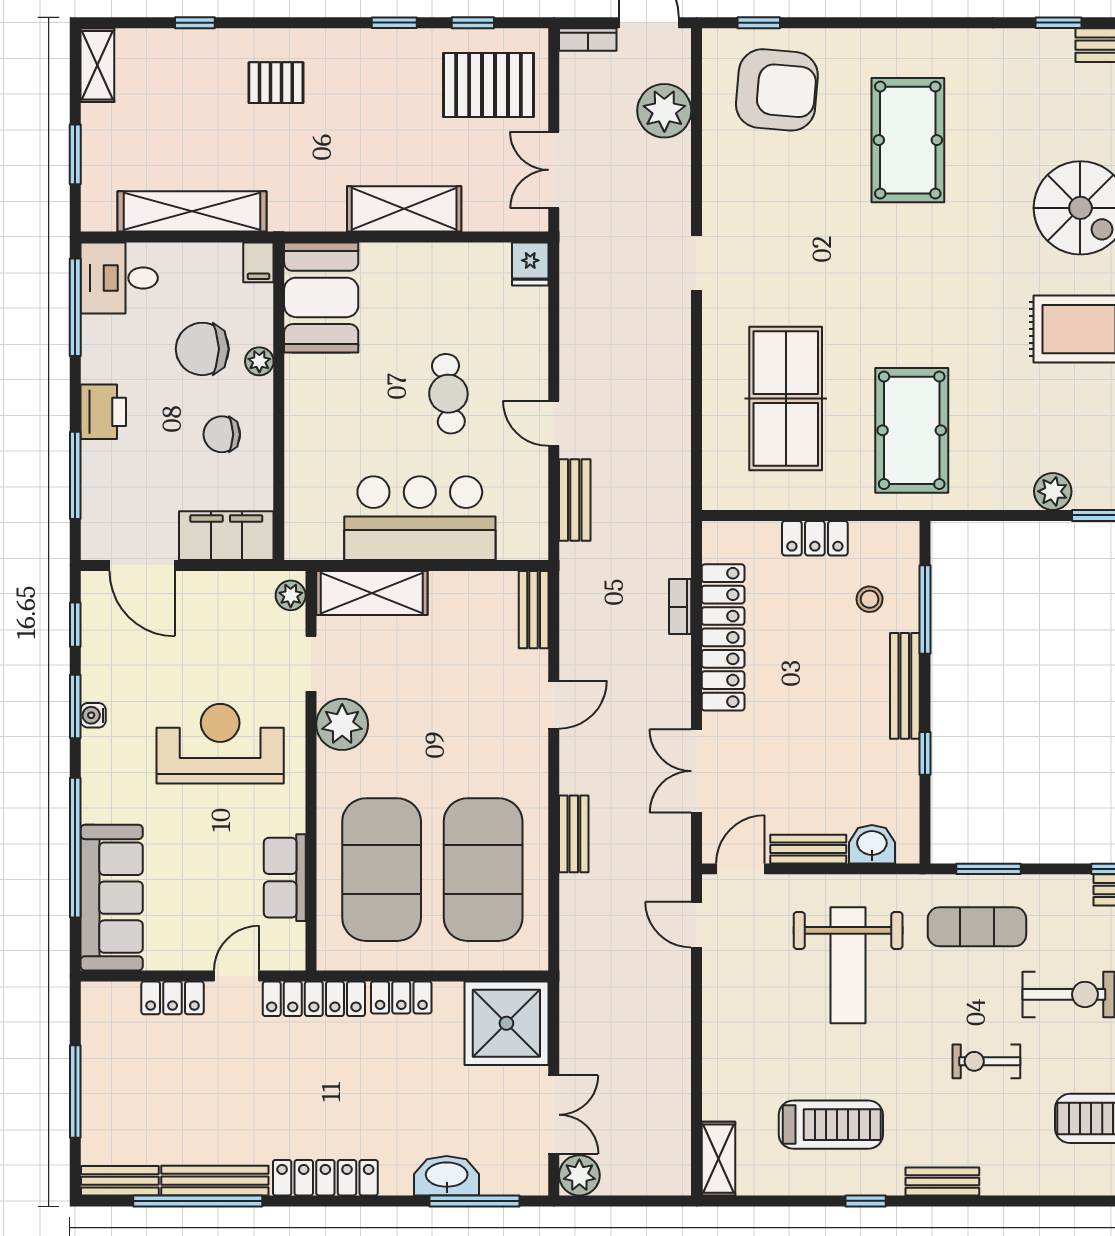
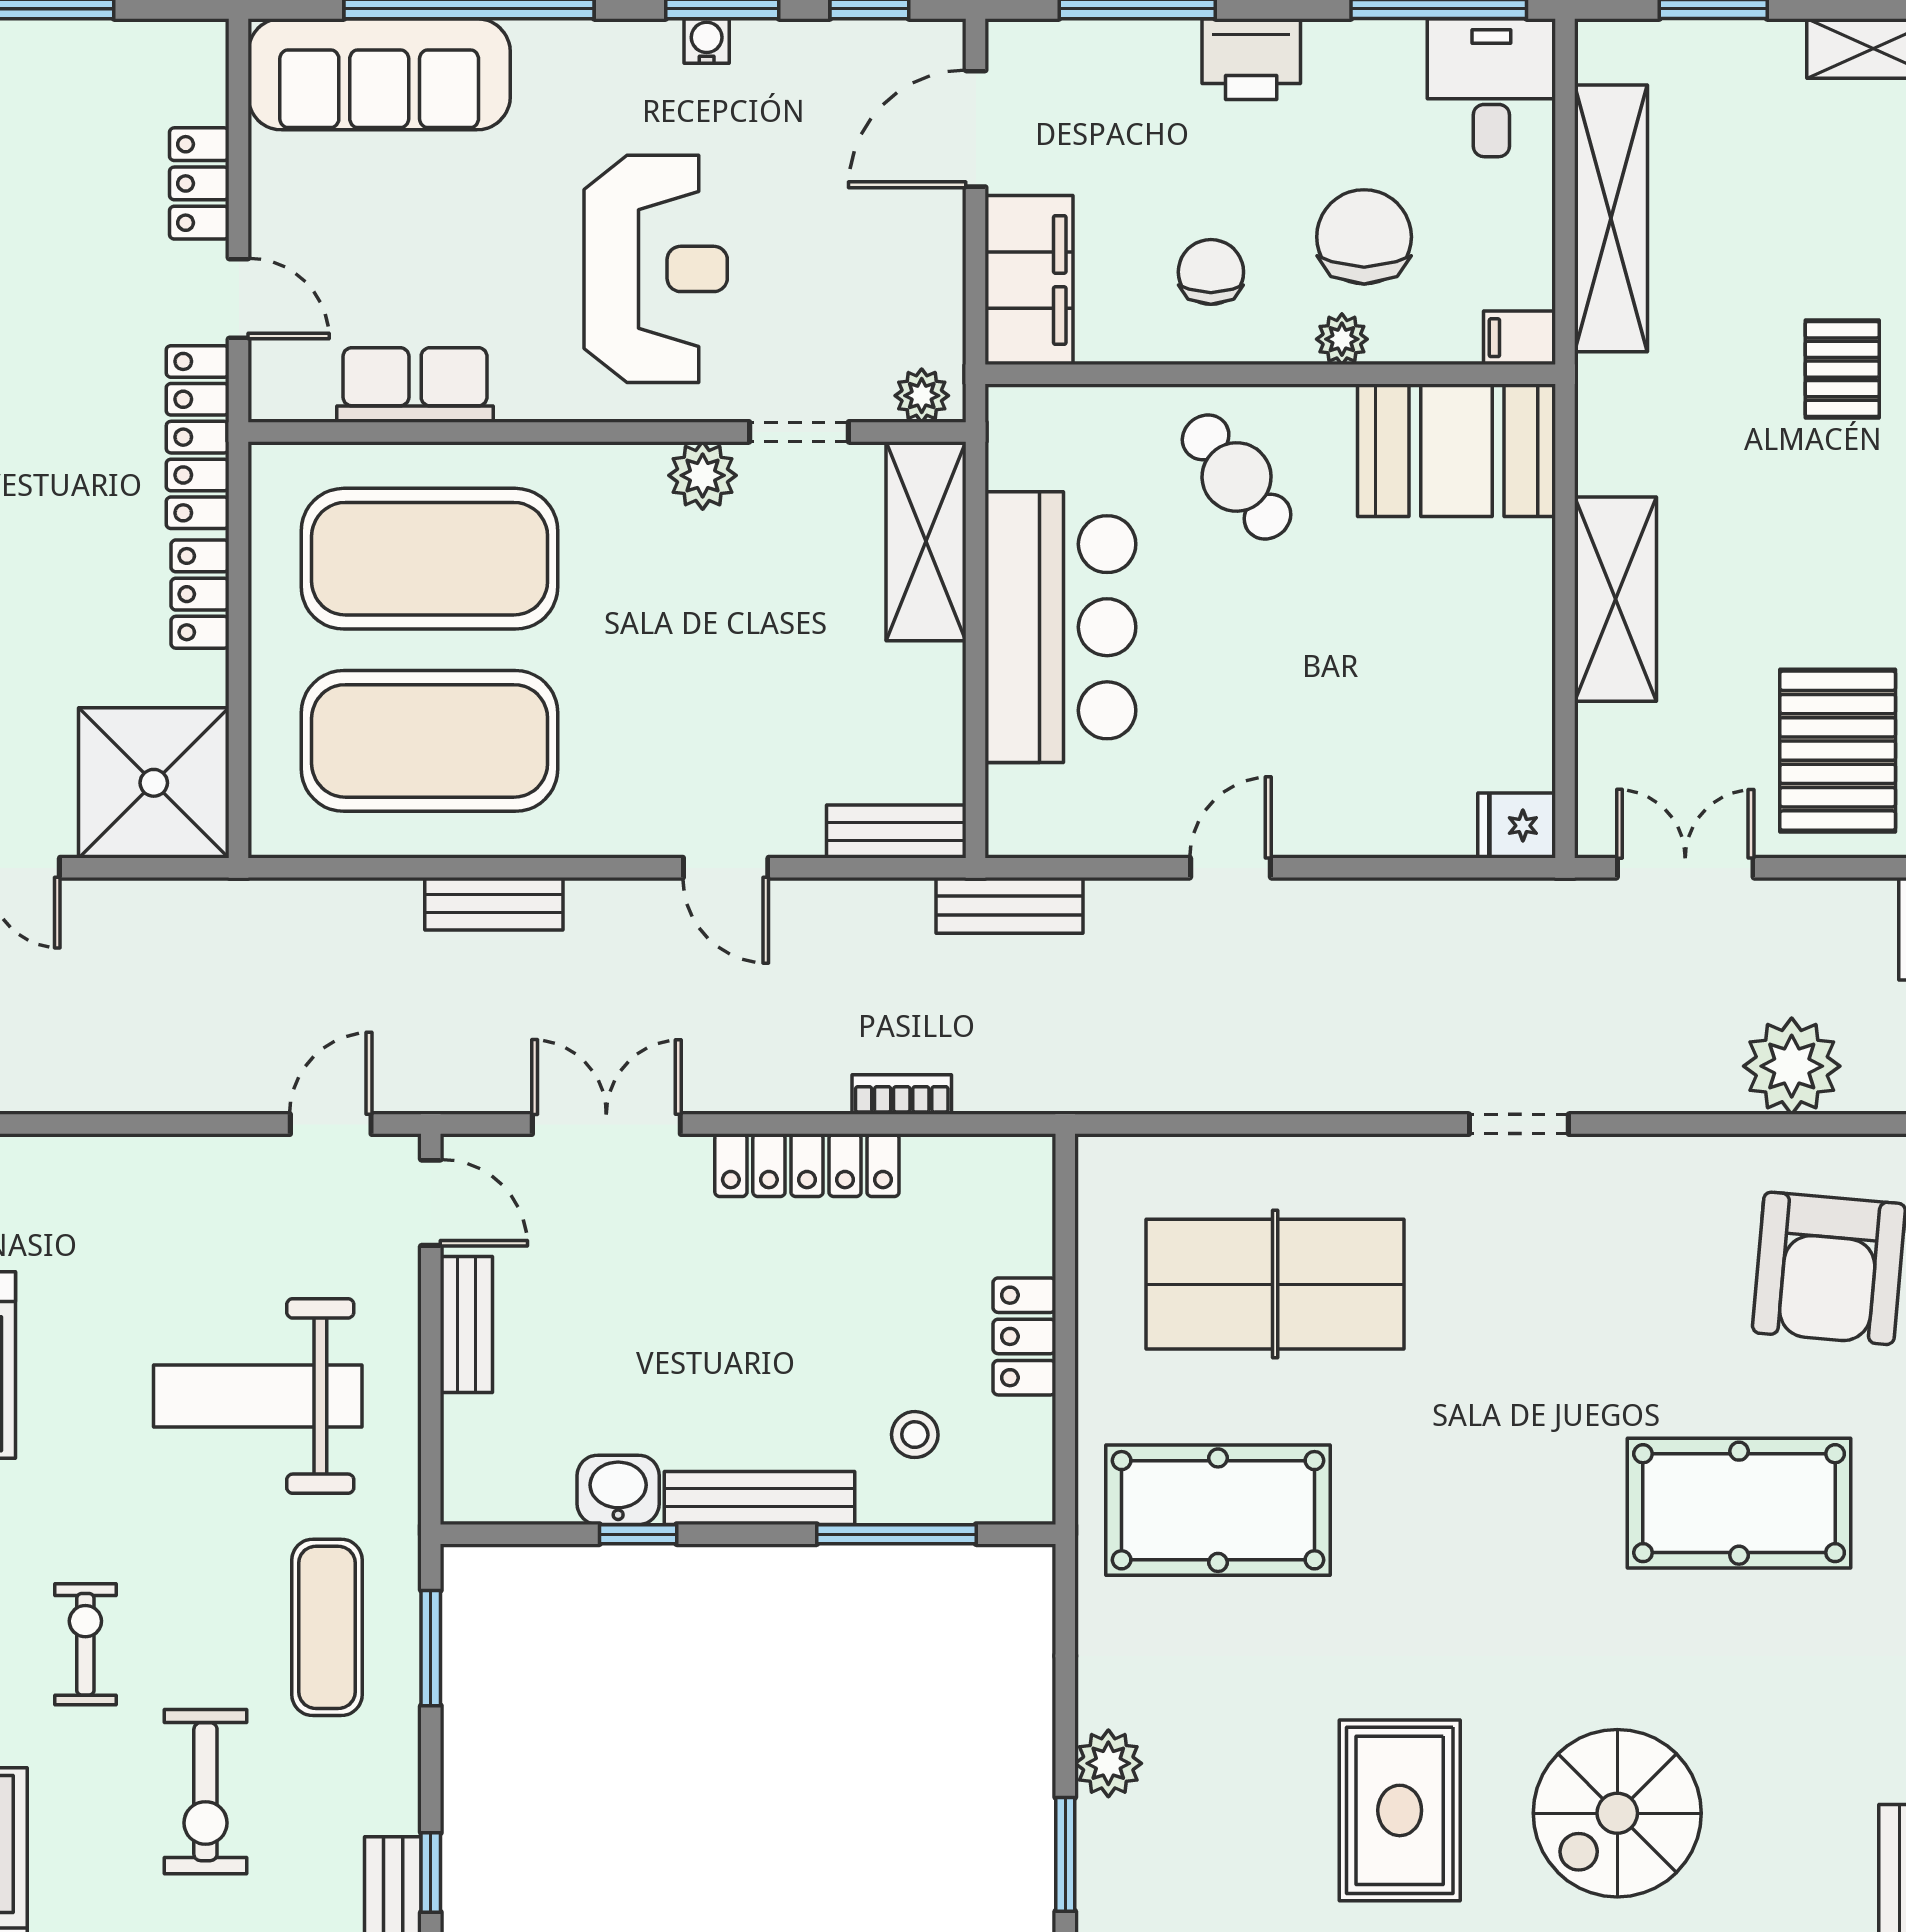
cafe table: (448, 394) -> (1237, 477), moved, turned 58
bench: (575, 500) -> (1009, 905), moved
locker: (723, 637) -> (807, 1165), width x0.71, depth x0.83
plant: (342, 724) -> (703, 475), width x0.73, depth x0.73
washbasin: (872, 844) -> (618, 1490), moved, turned -90

